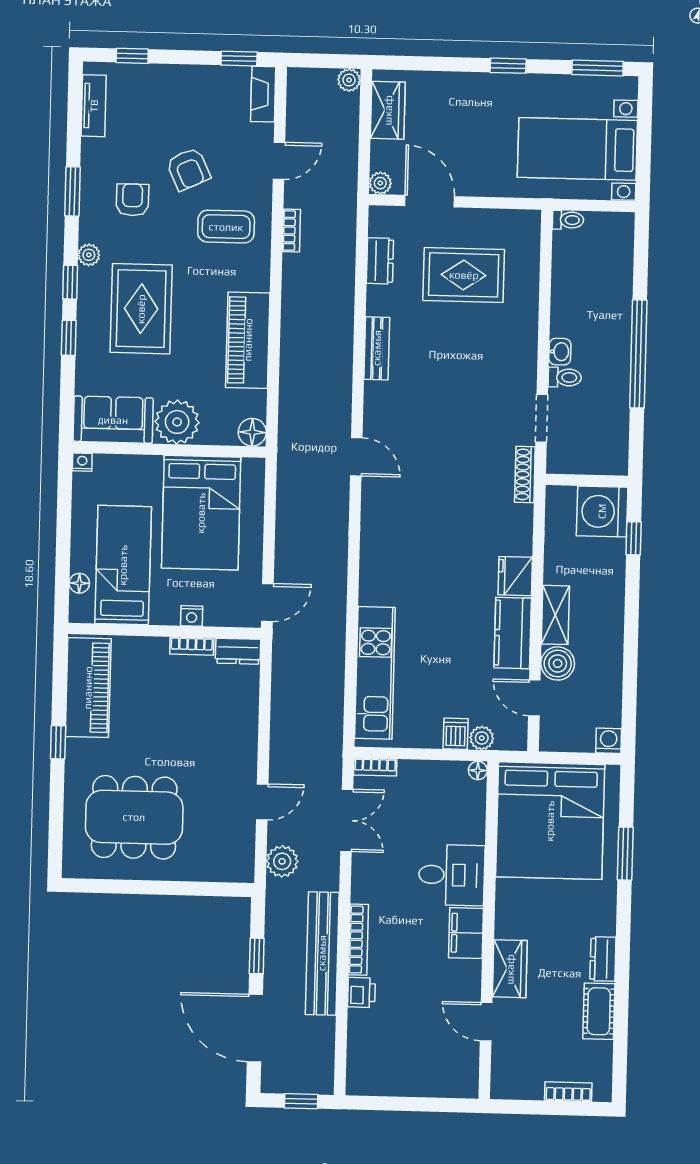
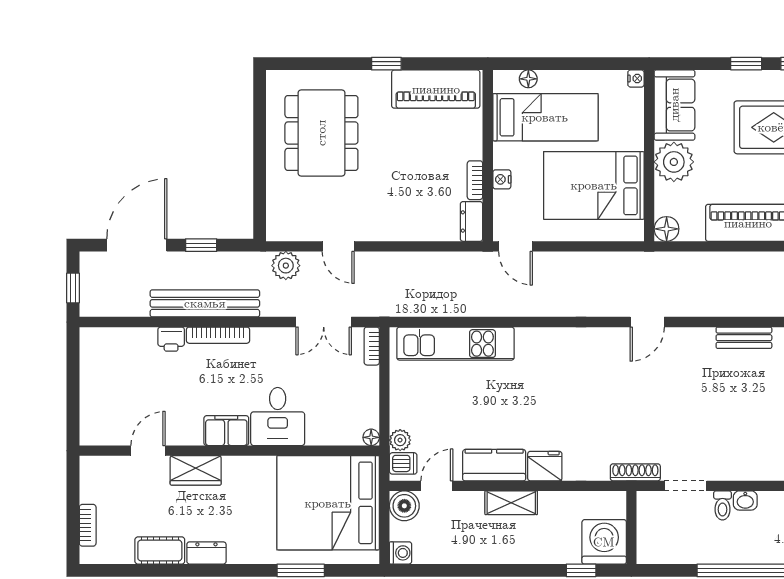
boiler: (558, 663) -> (404, 506), moved
dishwasher: (456, 734) -> (403, 463), moved

